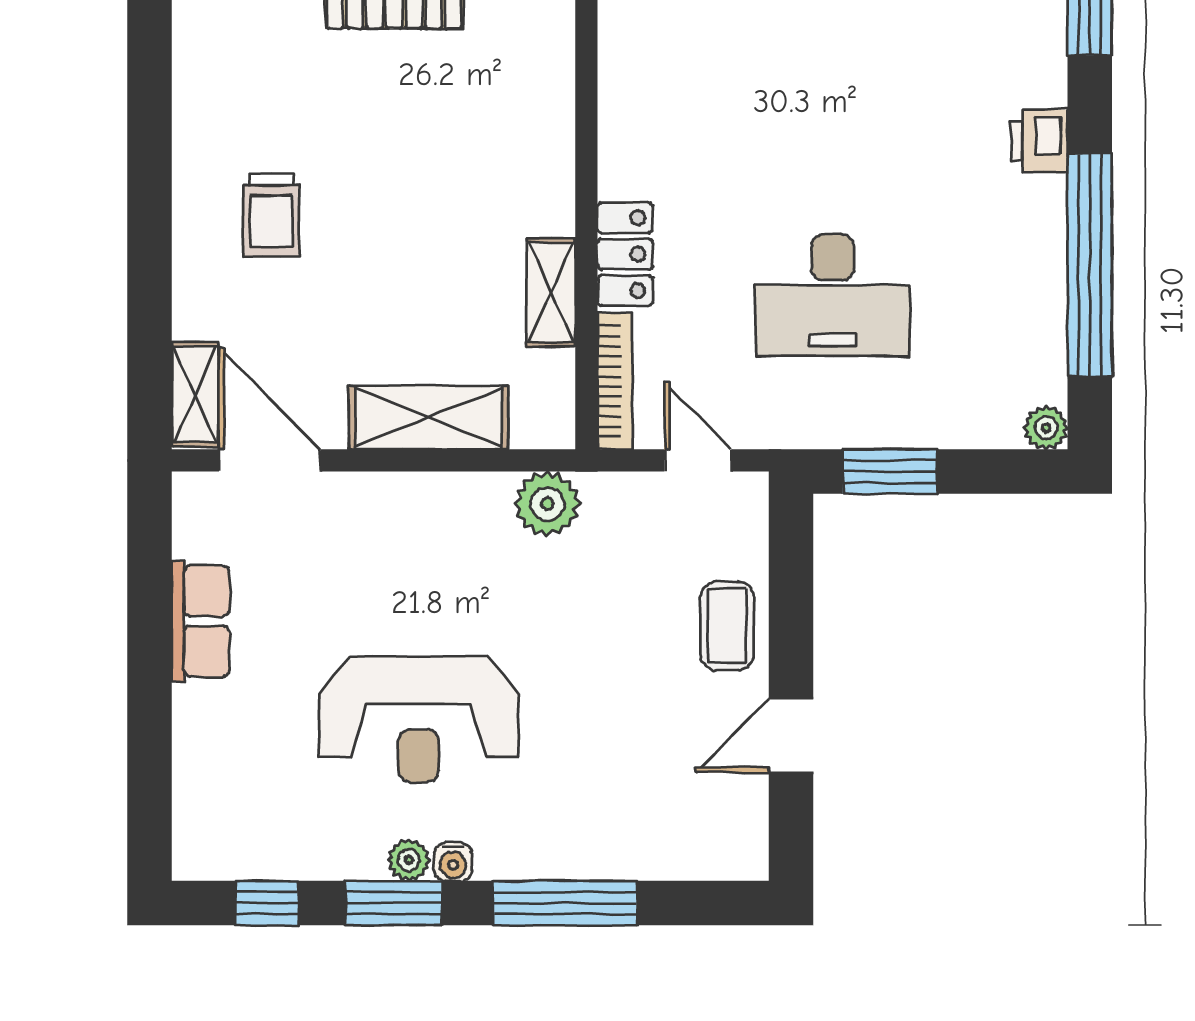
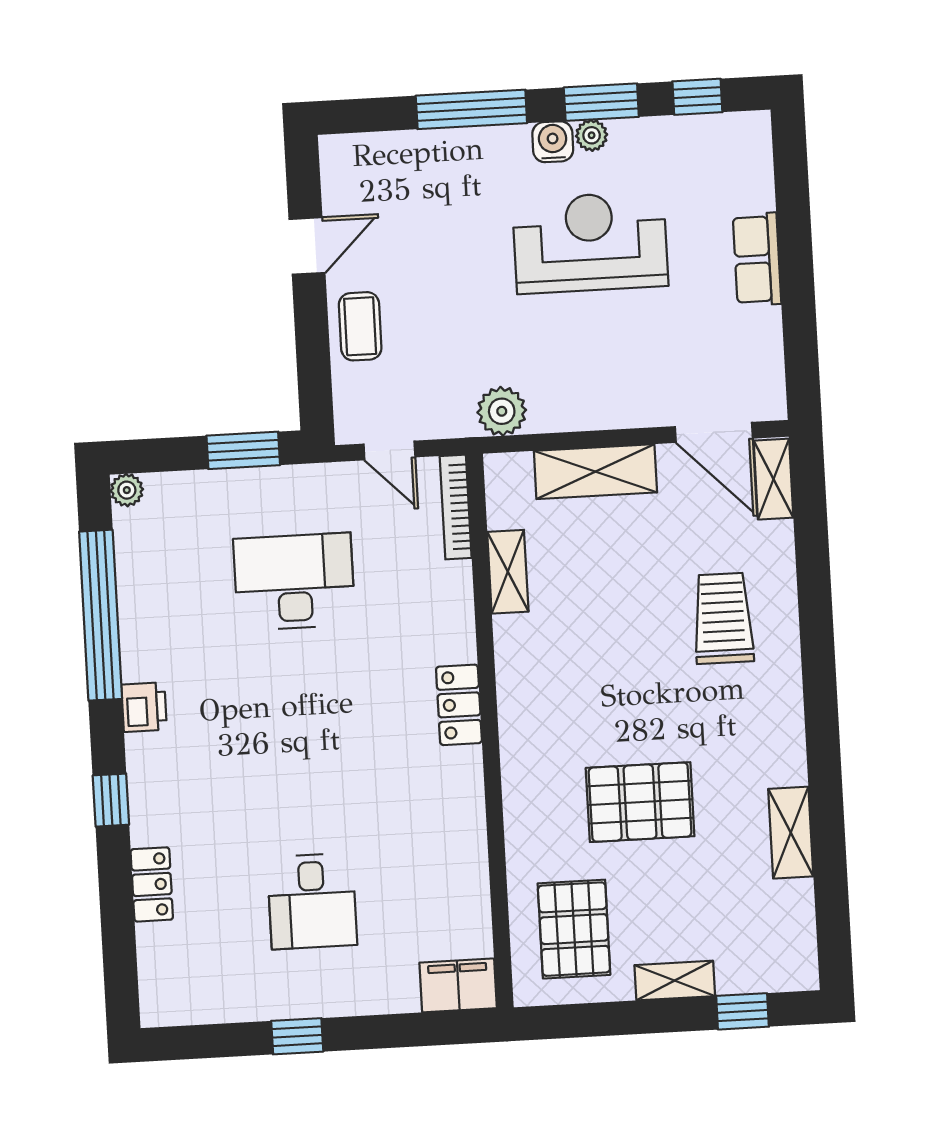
trolley: (271, 215) -> (723, 618), width x1.36, depth x1.39
locker: (625, 254) -> (459, 705), moved
row of seats: (200, 621) -> (757, 259), moved
water cooler: (453, 862) -> (553, 142), width x1.38, depth x1.38

